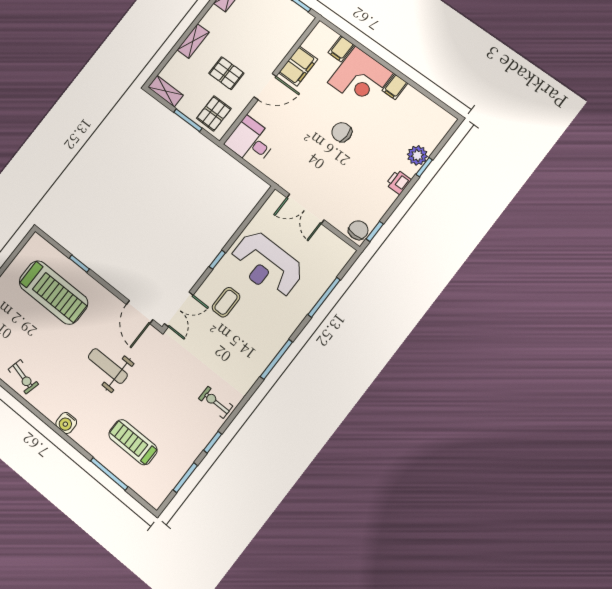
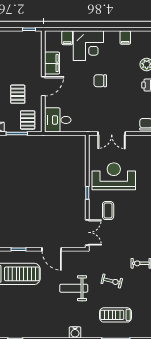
pallet: (226, 73) -> (18, 94), turned 90
filing cabinet: (395, 87) -> (125, 38), moved
reception desk: (267, 265) -> (114, 176), turned 180
door: (140, 312) -> (52, 249), moved
exercise bike: (23, 377) -> (112, 281), moved

